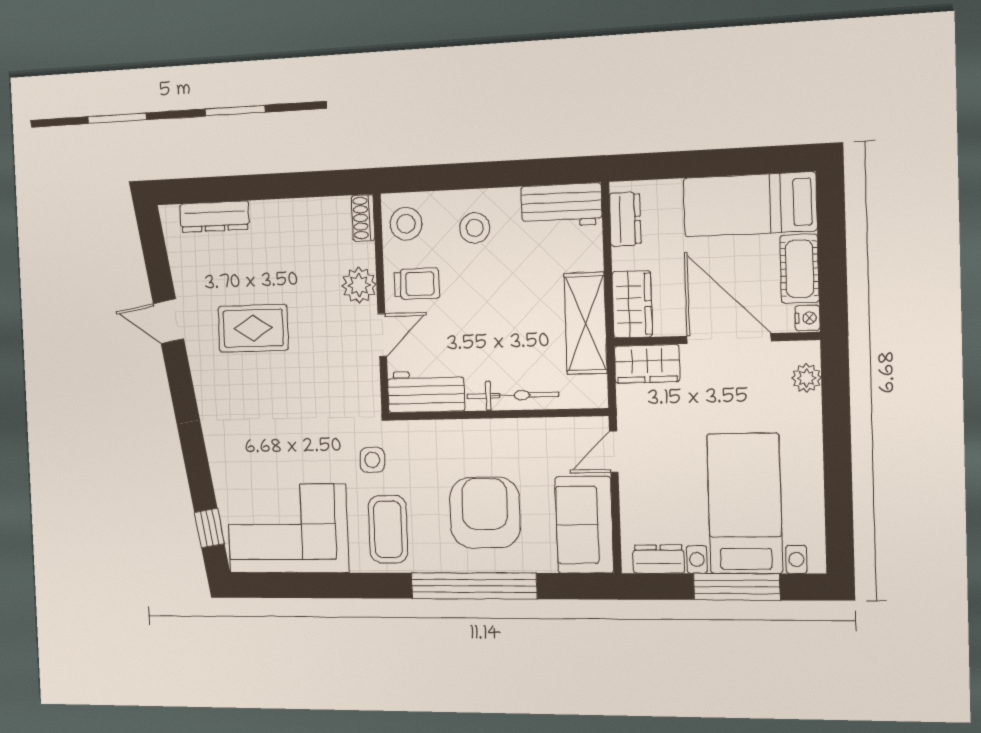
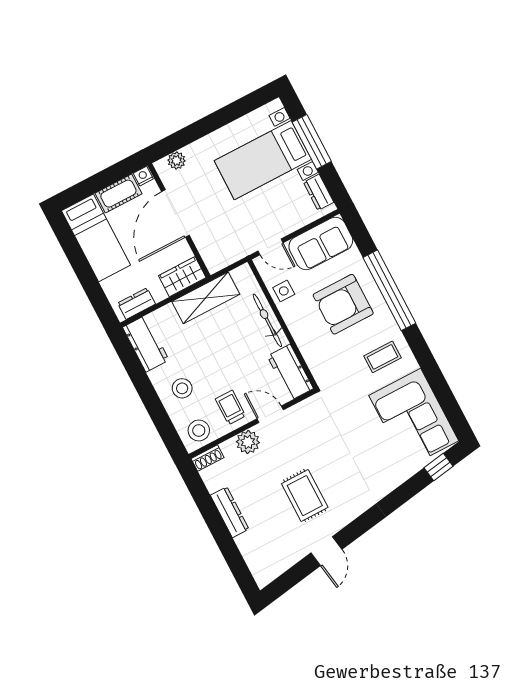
dresser: (215, 217) -> (230, 512), moved
wardrobe: (647, 364) -> (212, 252), removed
side table: (372, 460) -> (284, 291), moved
coffee table: (388, 529) -> (383, 357), width x0.73, depth x0.77

